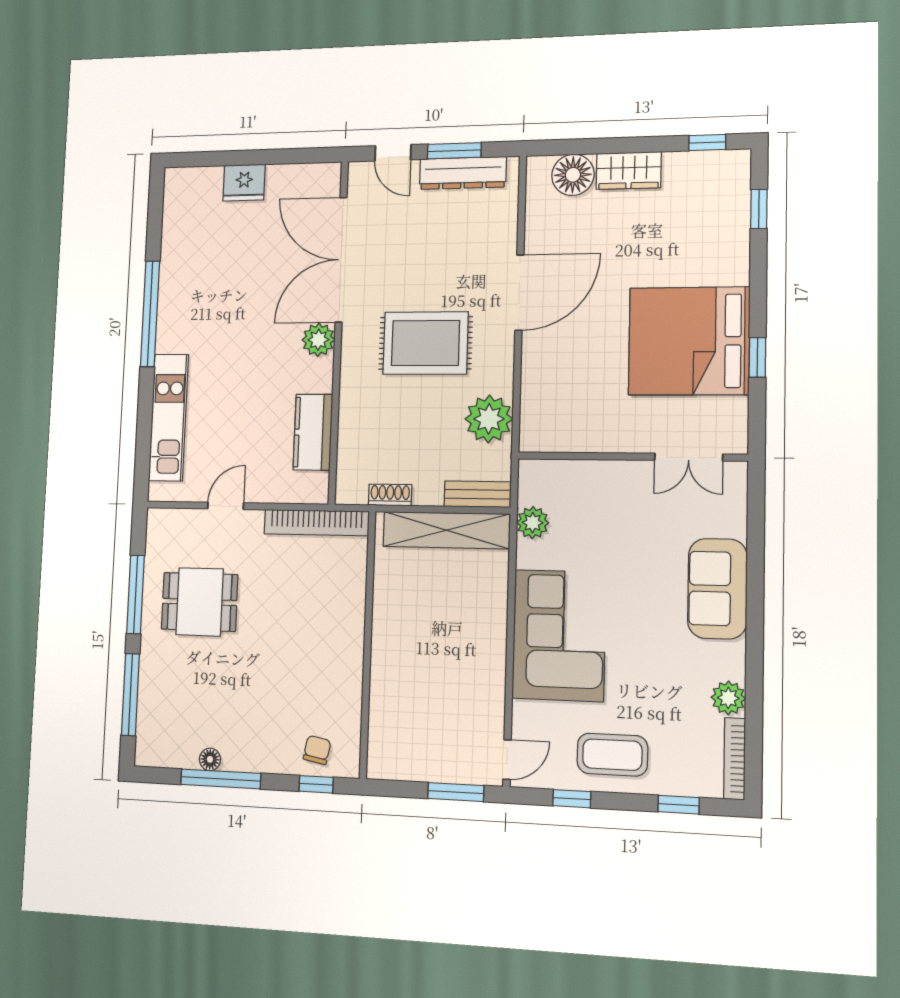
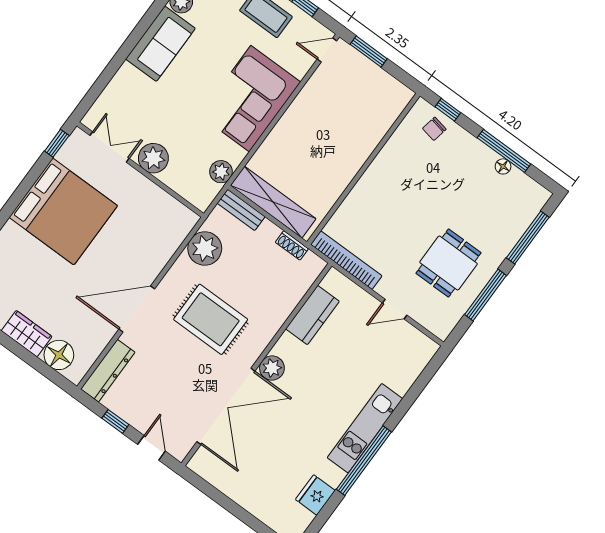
window: (454, 151) -> (115, 421), width x0.67
dresser: (463, 173) -> (108, 371), moved, turned 90
fridge: (244, 183) -> (315, 495), moved, turned -90
window: (757, 357) -> (57, 143), moved
kitchen unit: (168, 417) -> (365, 428), moved
plant: (625, 481) -> (153, 158), added
sofa: (717, 589) -> (160, 44), moved
dining table: (200, 602) -> (449, 263), turned 90

